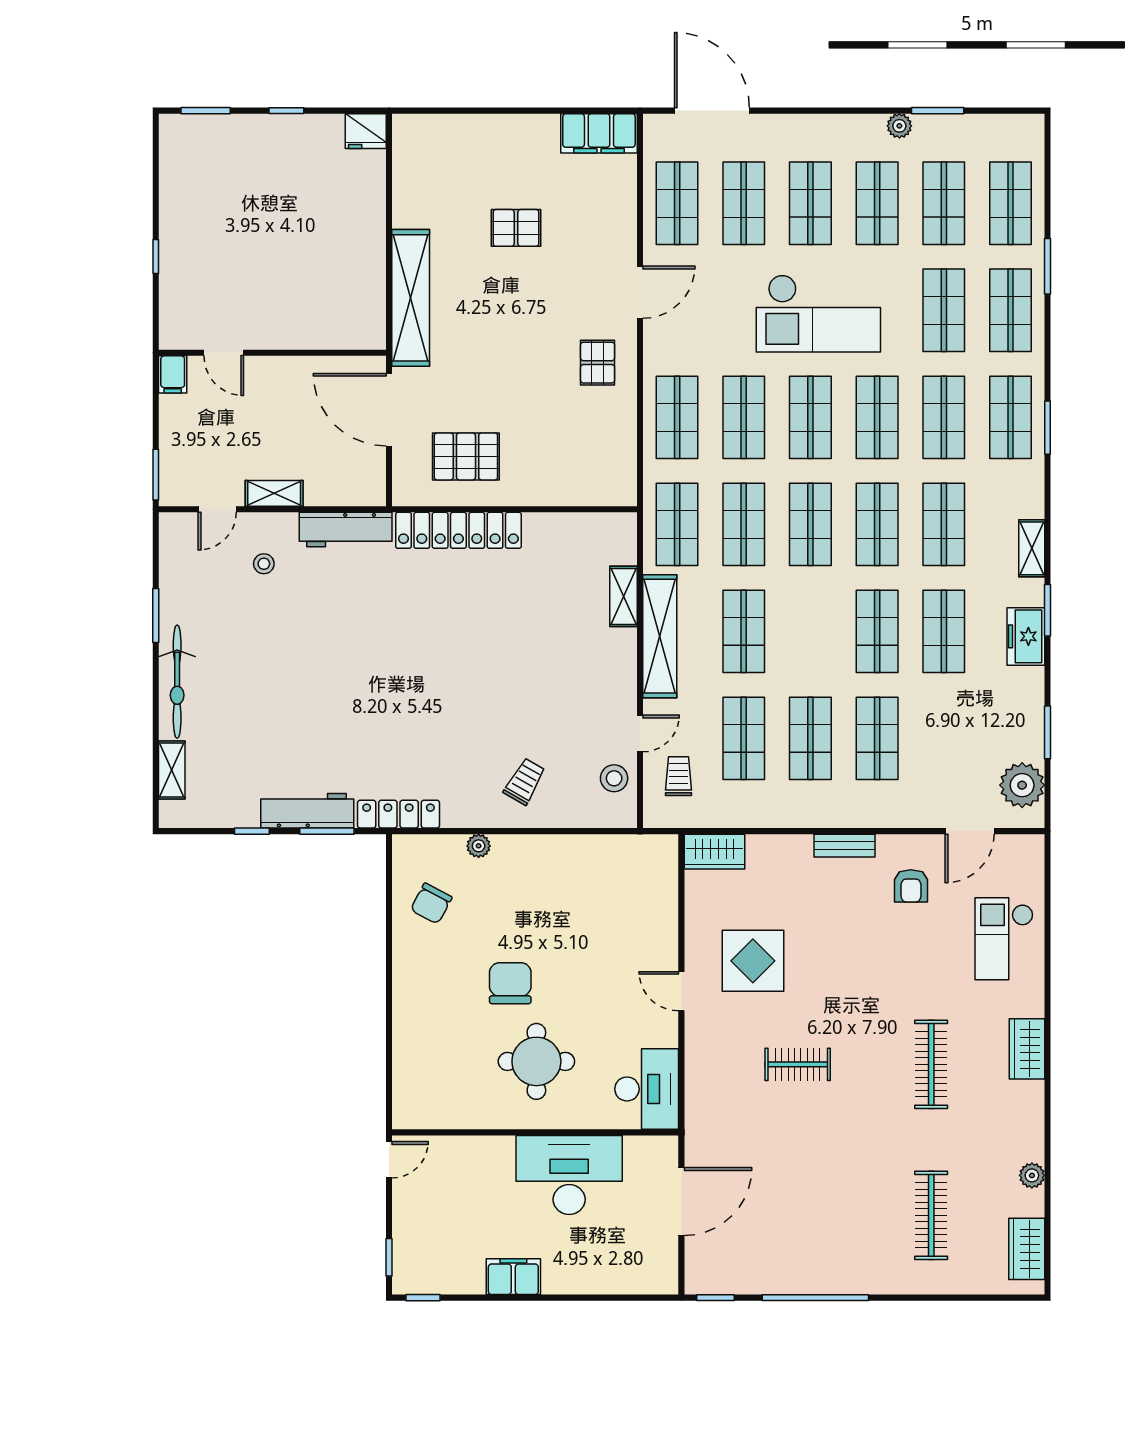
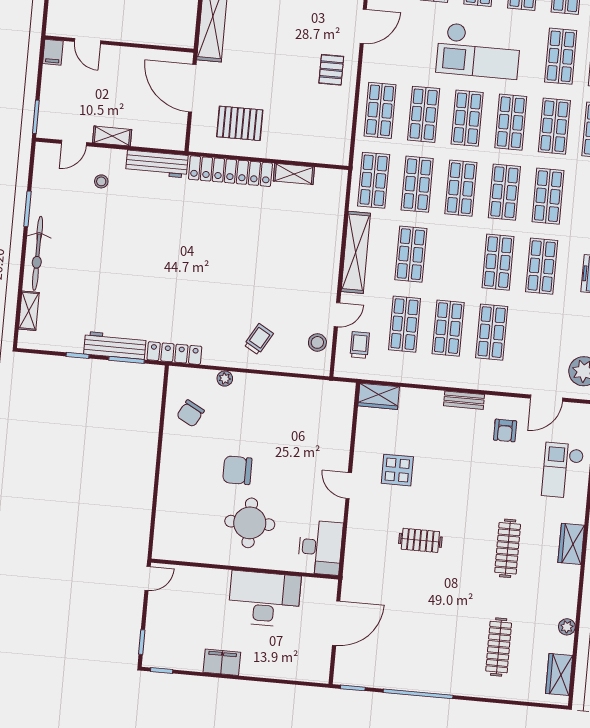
shelving: (623, 596) -> (294, 174), moved, turned 90
display table: (753, 961) -> (397, 470), width x0.73, depth x0.73
chair: (510, 983) -> (237, 470), turned -90

